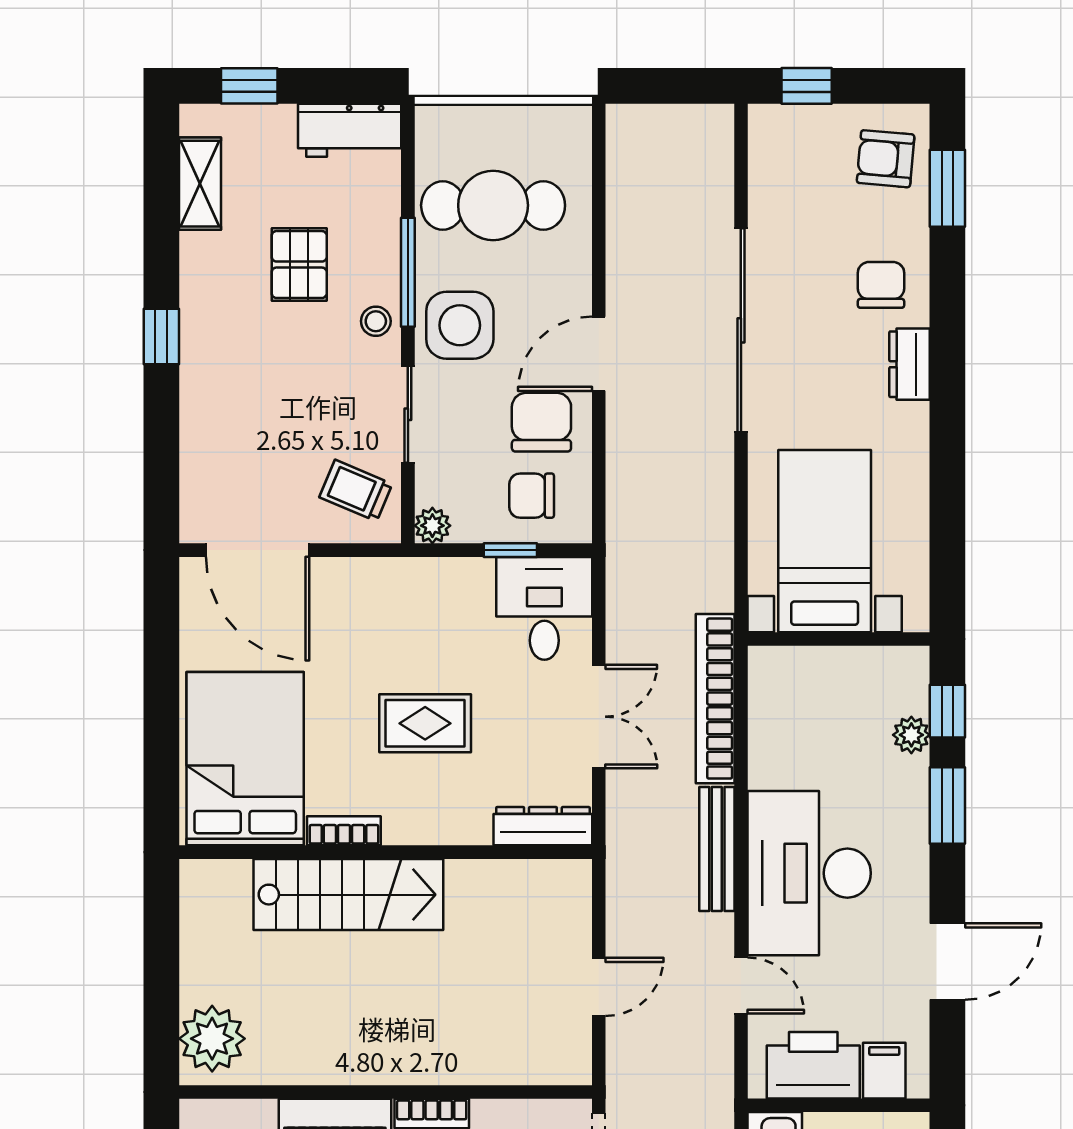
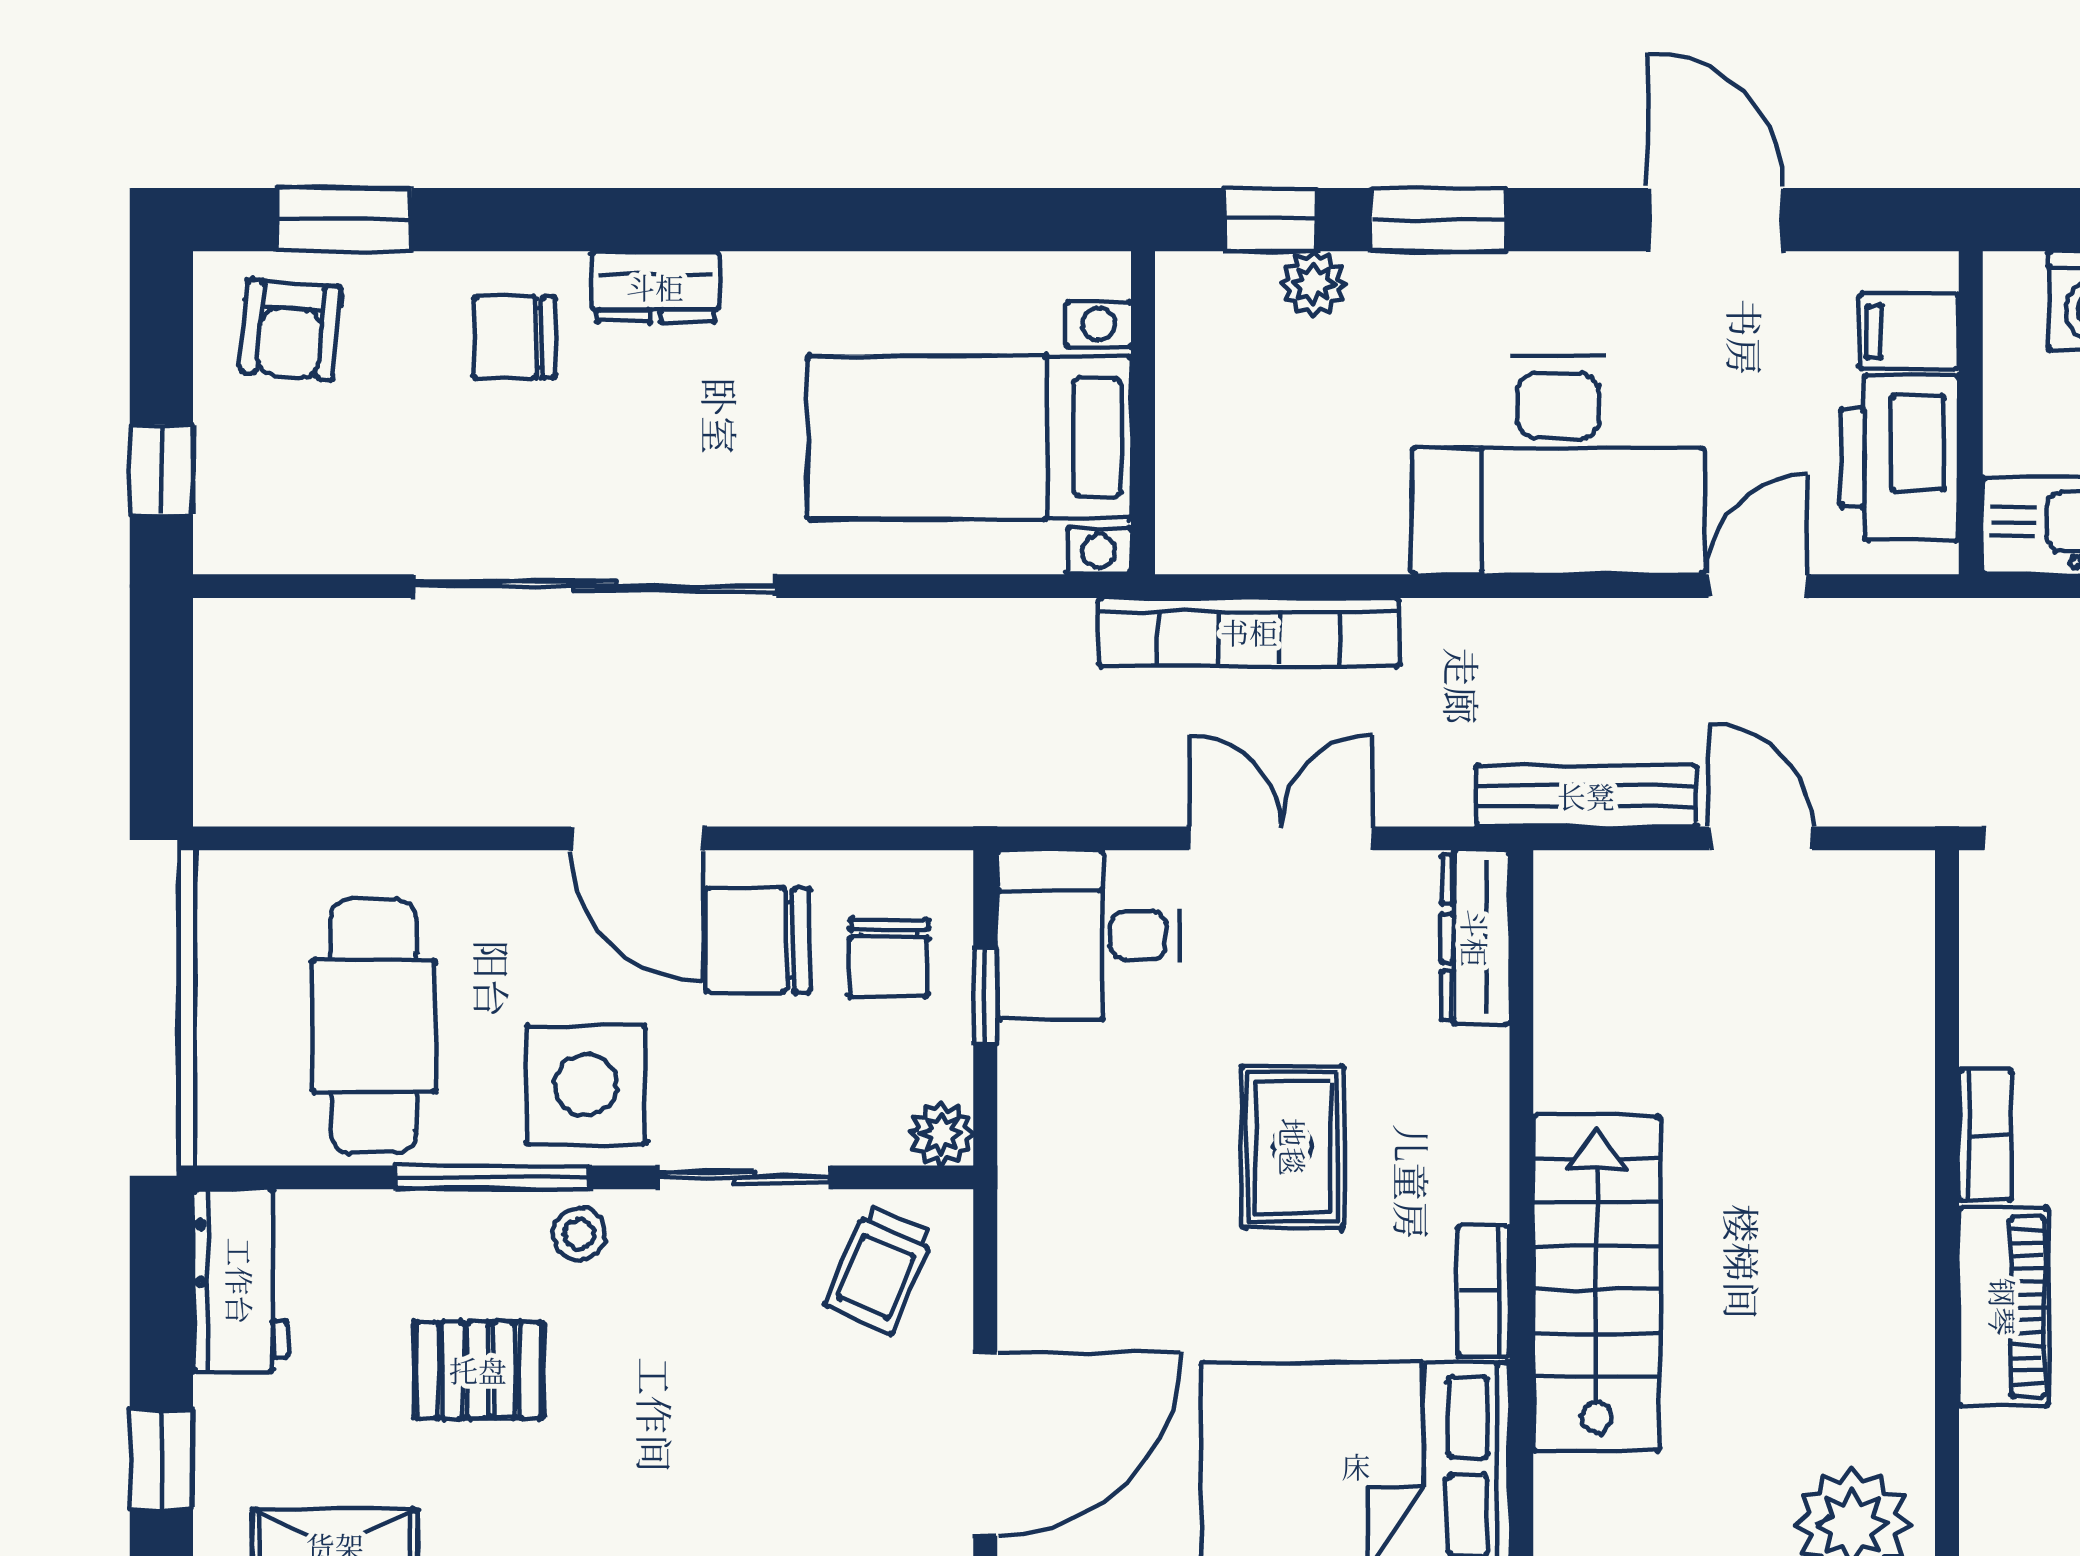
bench: (717, 849) -> (1586, 796), moved

